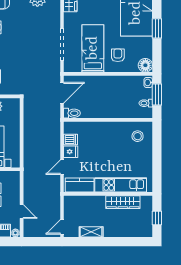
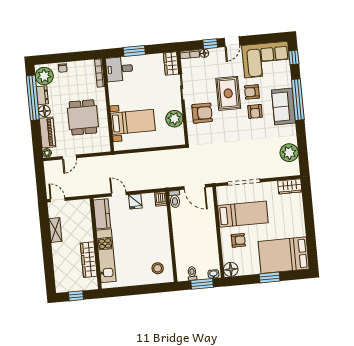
dishwasher: (71, 140) -> (161, 199), moved

